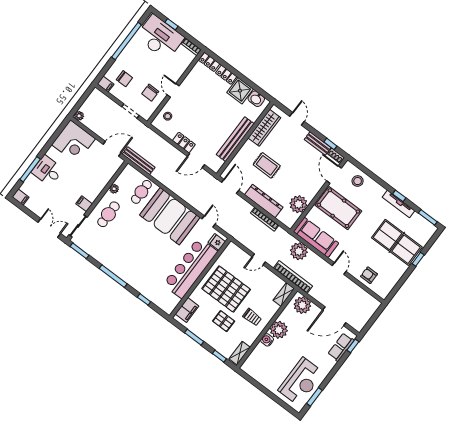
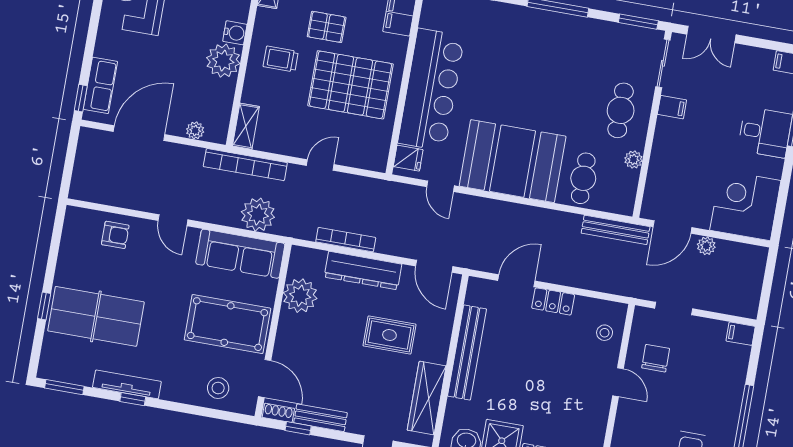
chair: (124, 79) -> (713, 360), removed
plant: (79, 116) -> (706, 246), moved
plant: (302, 305) -> (195, 130), width x0.53, depth x0.53

